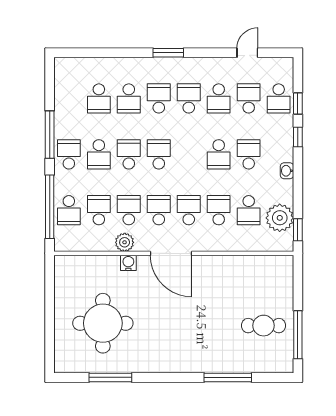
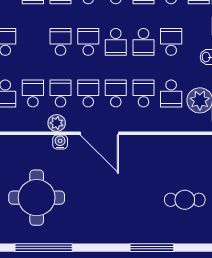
school desk: (99, 154) -> (116, 42), moved
window: (110, 377) -> (44, 248), width x1.46

